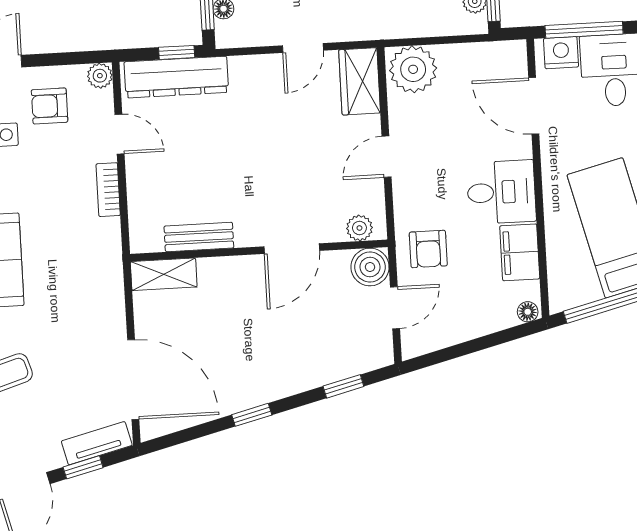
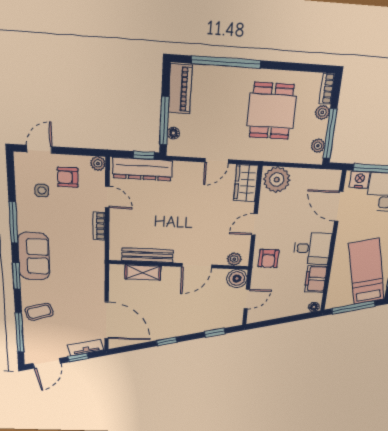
bench: (199, 237) -> (147, 255), width x1.36
armchair: (428, 249) -> (268, 258), moved
shelving: (164, 274) -> (143, 272), moved

